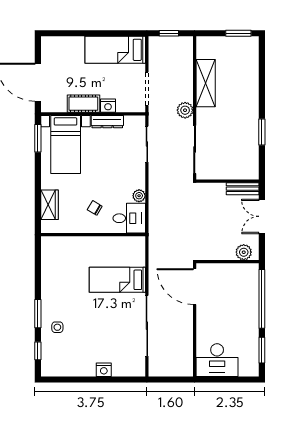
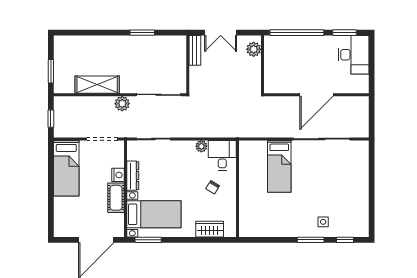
window: (238, 33) -> (51, 71), moved
door: (195, 287) -> (317, 95), moved
desk: (217, 360) -> (354, 55), moved
nightstand: (104, 370) -> (362, 179), removed

